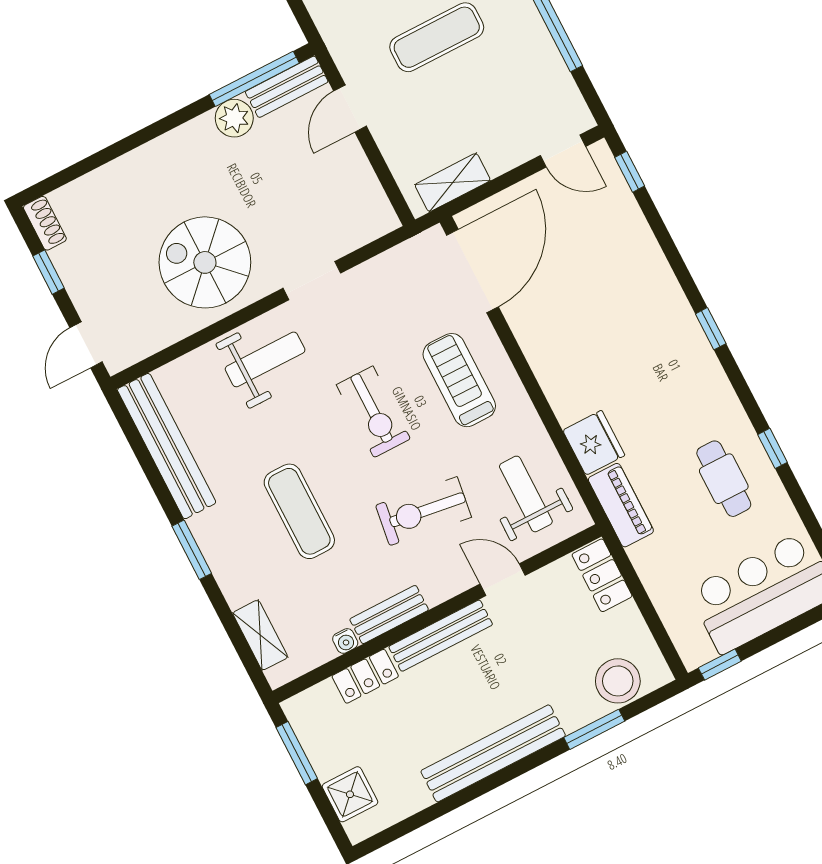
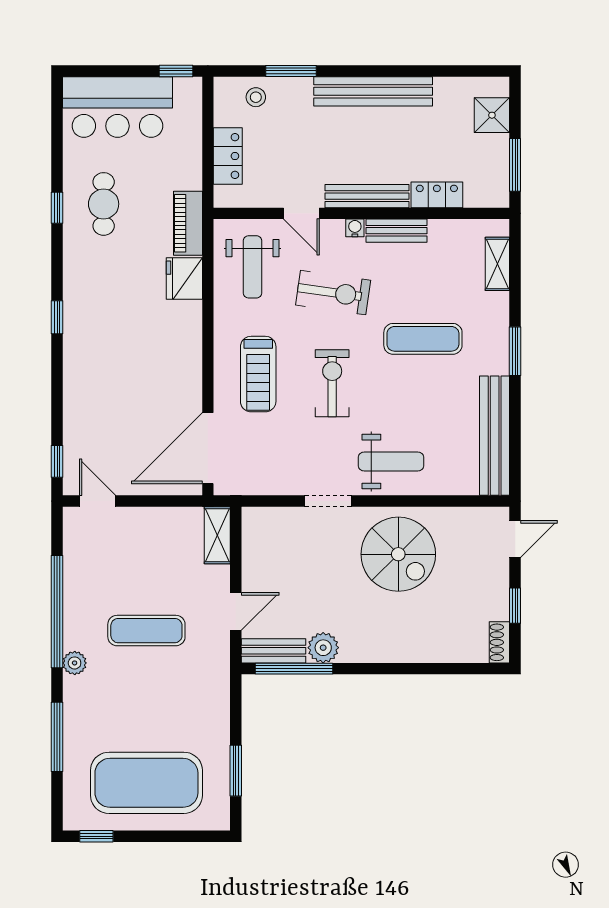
shelving: (453, 183) -> (217, 535), moved, turned 90
weight bench: (265, 359) -> (391, 462), turned 180
exercise mat: (299, 511) -> (423, 339), turned 90
locker: (602, 575) -> (228, 156), moved
water cooler: (345, 641) -> (355, 228), moved
stool: (618, 681) -> (256, 97), width x0.53, depth x0.53

